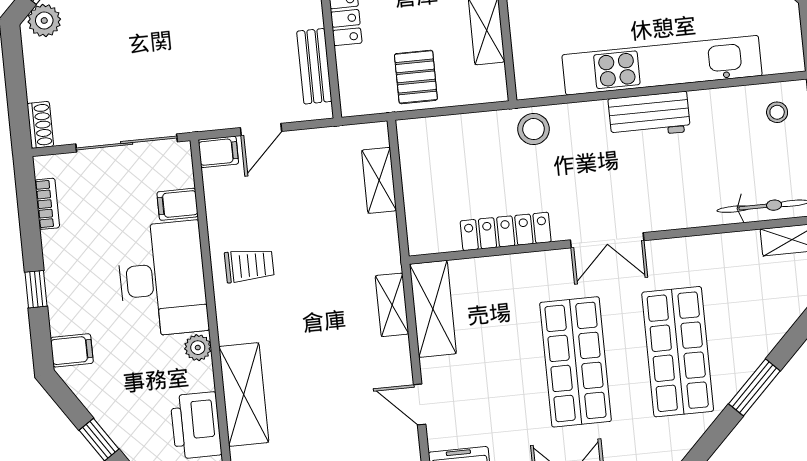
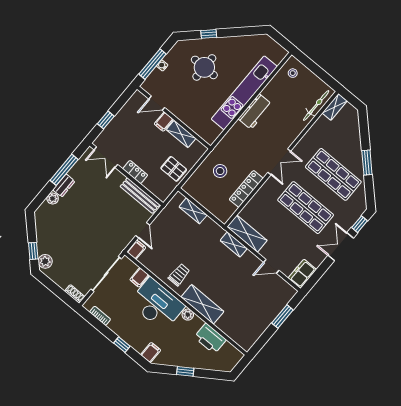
bench: (314, 66) -> (140, 196), width x1.36
stool: (534, 129) -> (220, 171), moved
shelving: (244, 395) -> (202, 304), moved

